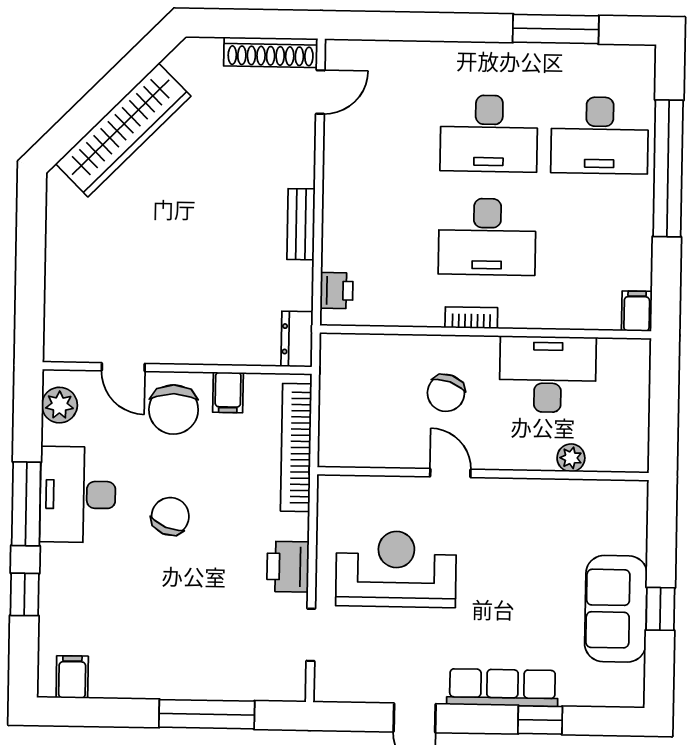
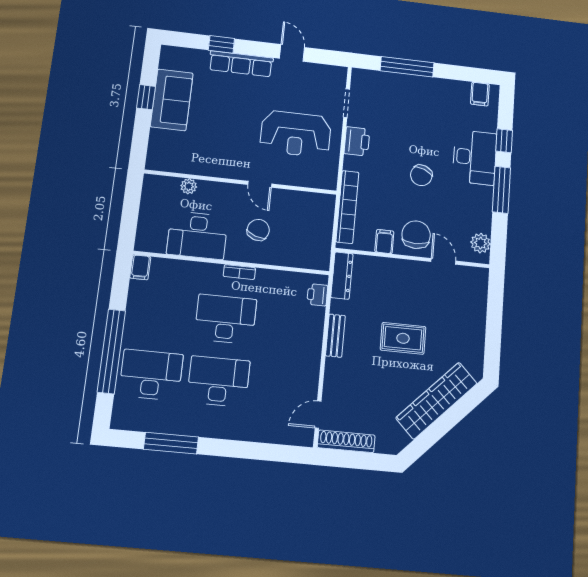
rug: (186, 229) -> (403, 338), added
dresser: (297, 339) -> (342, 276), width x1.44
desk: (78, 495) -> (475, 157), moved

